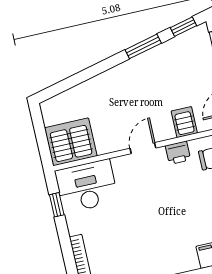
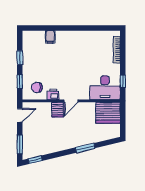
window: (143, 46) -> (85, 148), moved
server rack: (184, 122) -> (58, 110), moved

